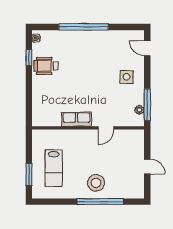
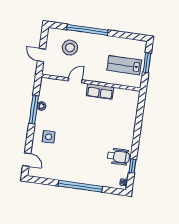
row of seats: (77, 119) -> (100, 91), moved
wall: (88, 128) -> (91, 83), moved
door: (106, 128) -> (75, 80), moved
lab bench: (54, 168) -> (124, 65), turned -90
stool: (96, 183) -> (70, 48), moved

